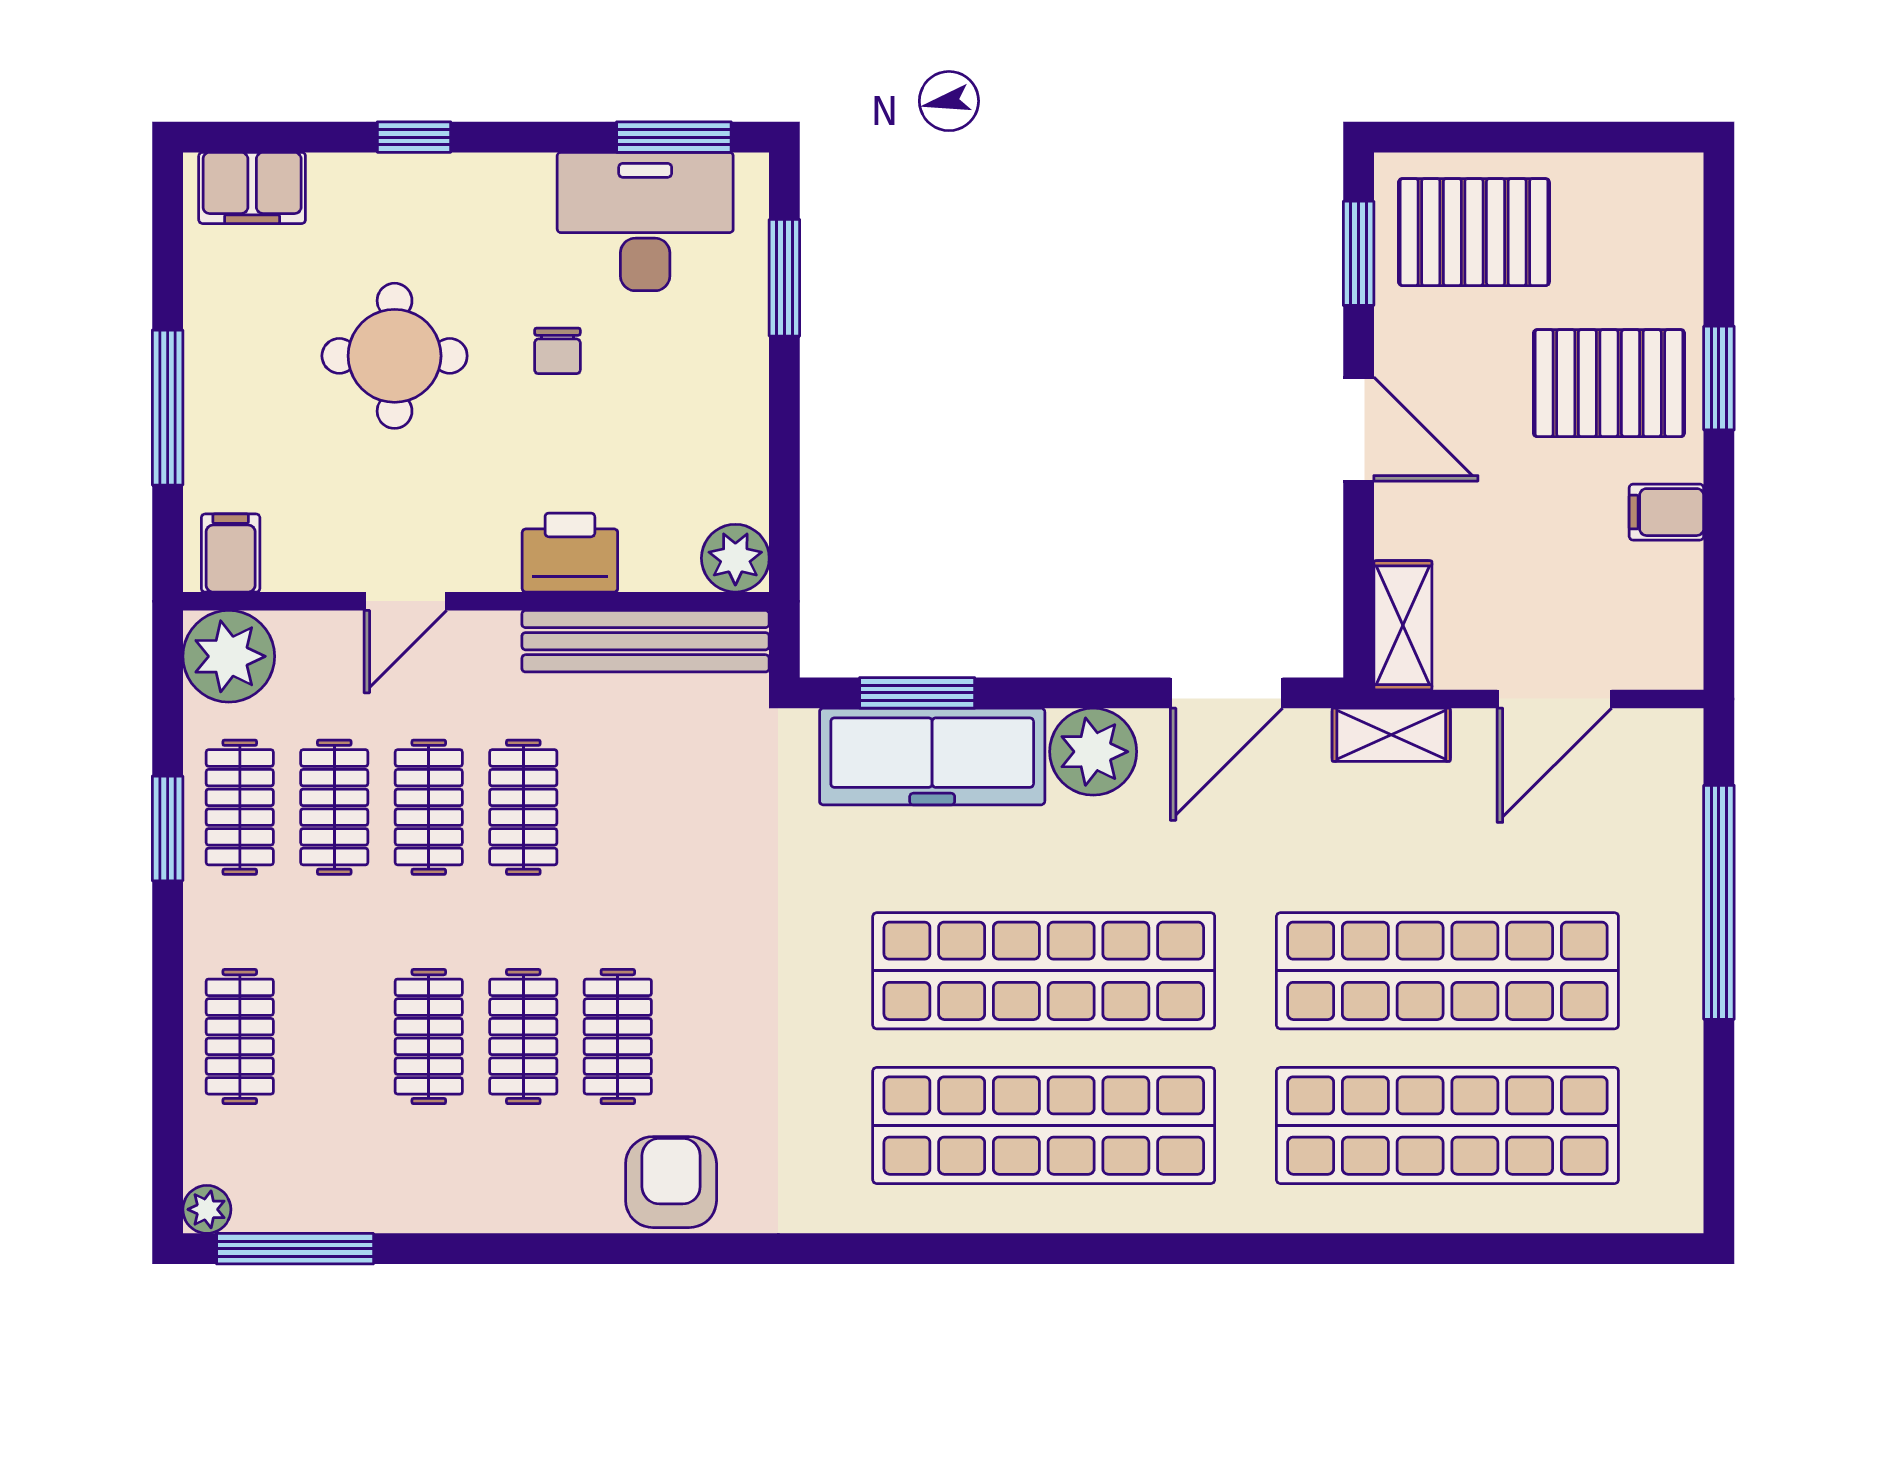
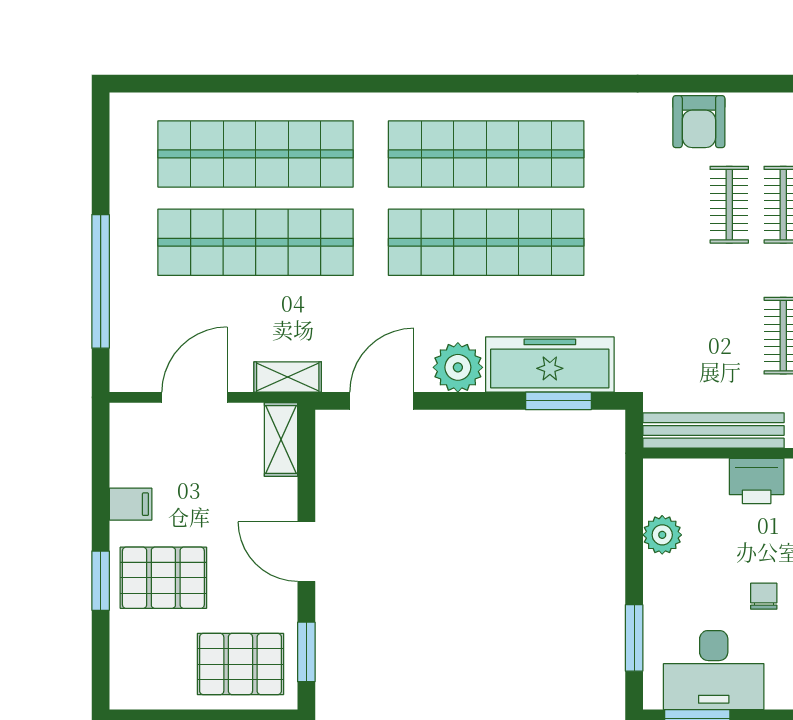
plant: (735, 558) -> (662, 535), moved

